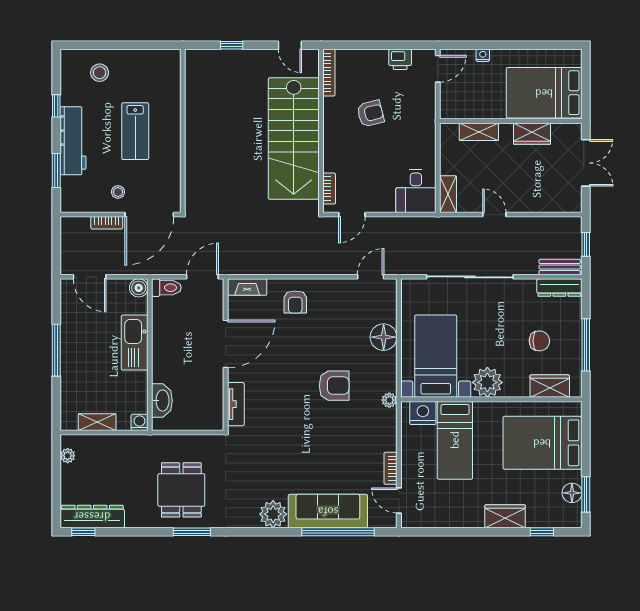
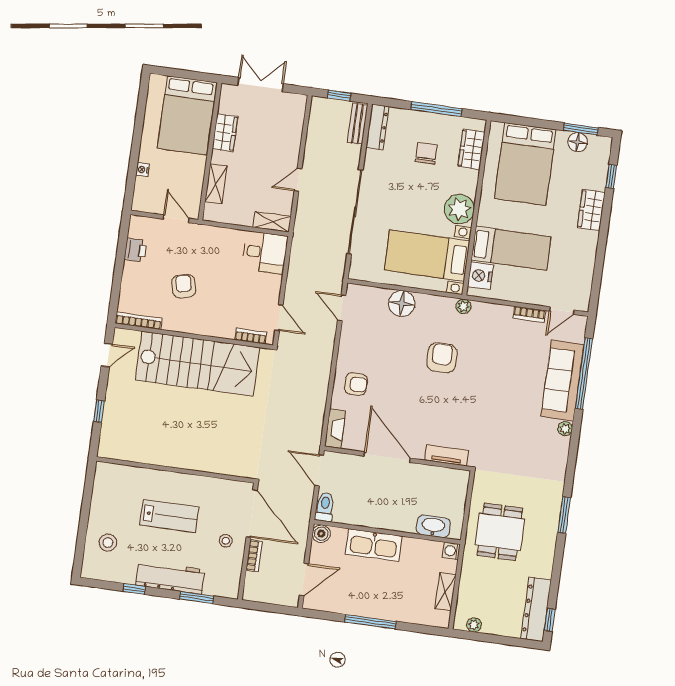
door: (438, 69) -> (176, 219), moved
dining table: (181, 490) -> (500, 532), moved, turned 90
plant: (273, 514) -> (565, 429), width x0.53, depth x0.53

